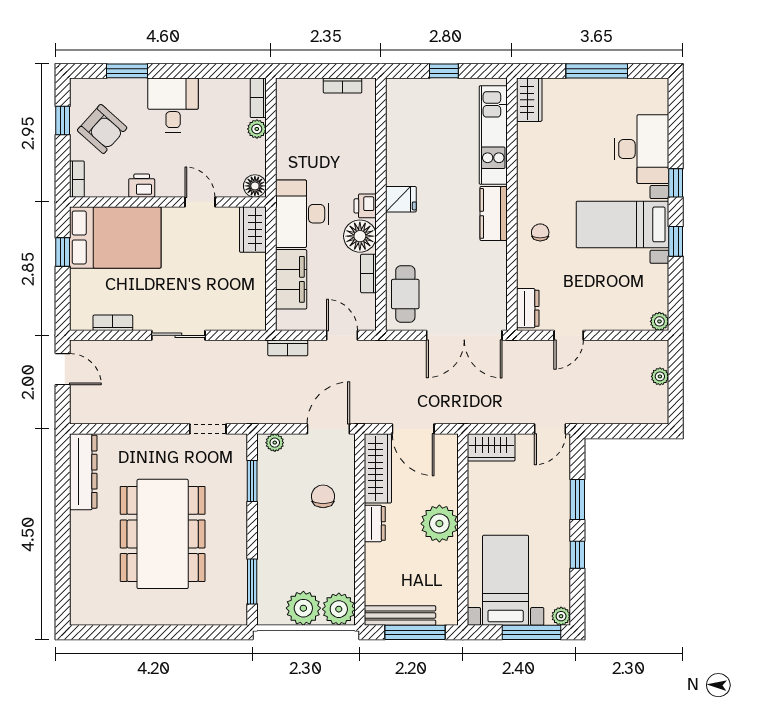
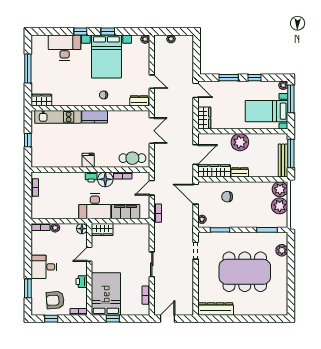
armchair: (102, 129) -> (55, 300), turned -136
bed with nightstands: (622, 224) -> (106, 56), width x1.36
double door: (464, 335) -> (152, 131), width x0.73
plant: (209, 613) -> (282, 250), added

